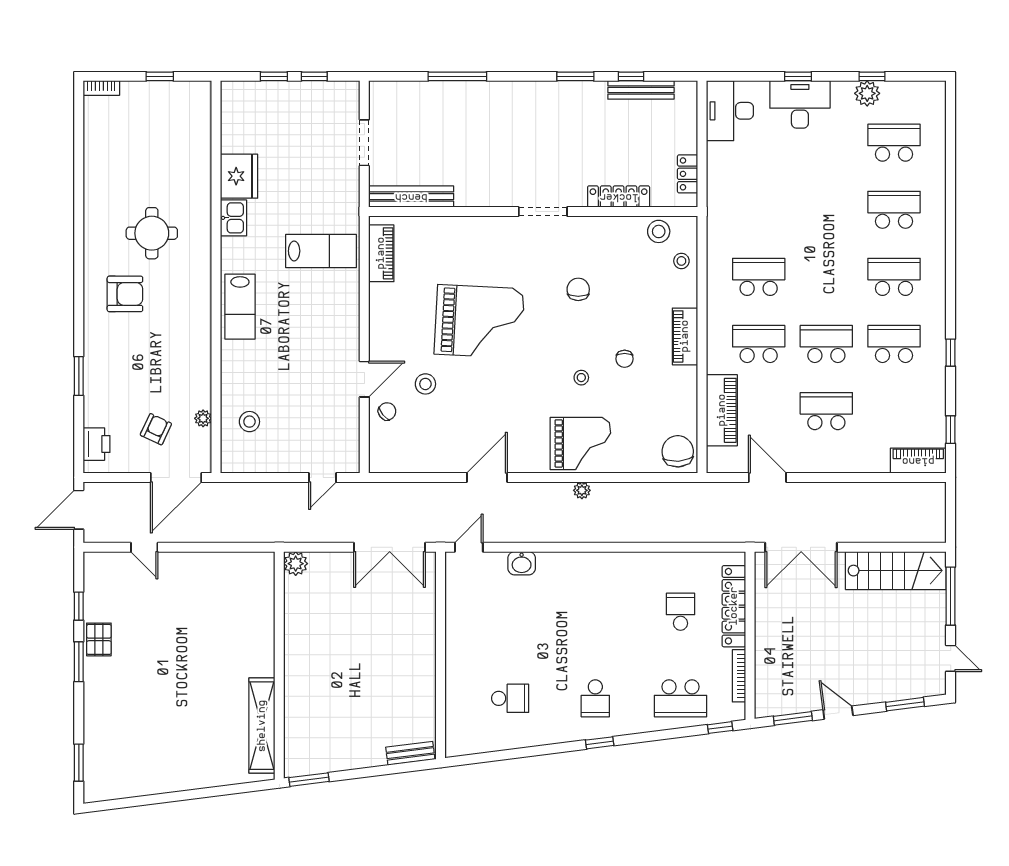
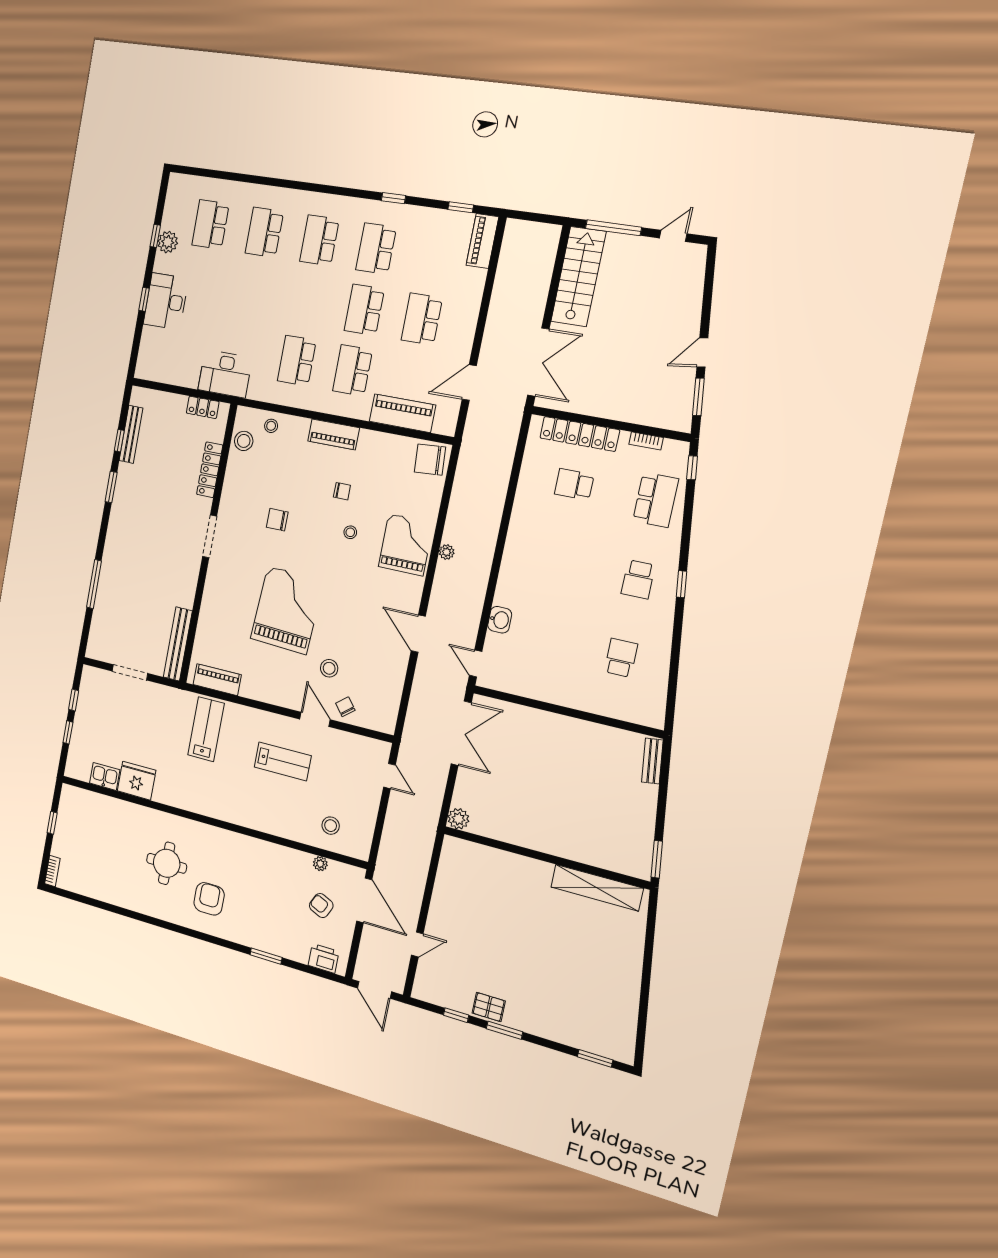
desk: (730, 111) -> (225, 374), moved
kitchen sink: (233, 218) -> (105, 776), moved
lab bench: (240, 307) -> (283, 761), moved
bookcase: (739, 676) -> (646, 441), width x0.64
school desk: (595, 698) -> (638, 579), turned 90
window: (905, 704) -> (708, 286), removed

